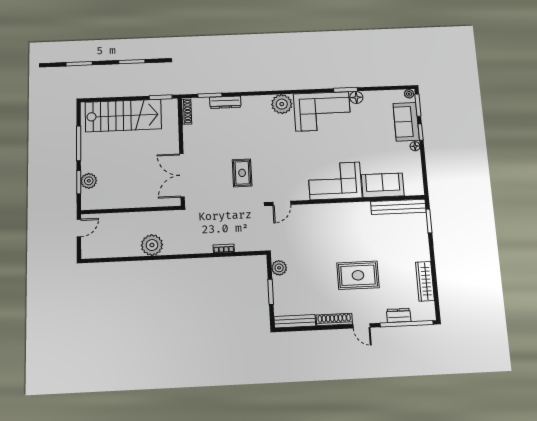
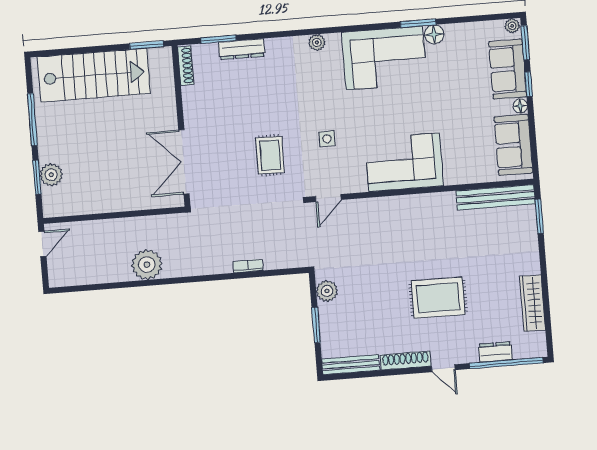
plant: (282, 104) -> (317, 42), width x0.53, depth x0.53
side table: (282, 163) -> (327, 139), added
sofa: (383, 185) -> (513, 145), moved, turned -90

